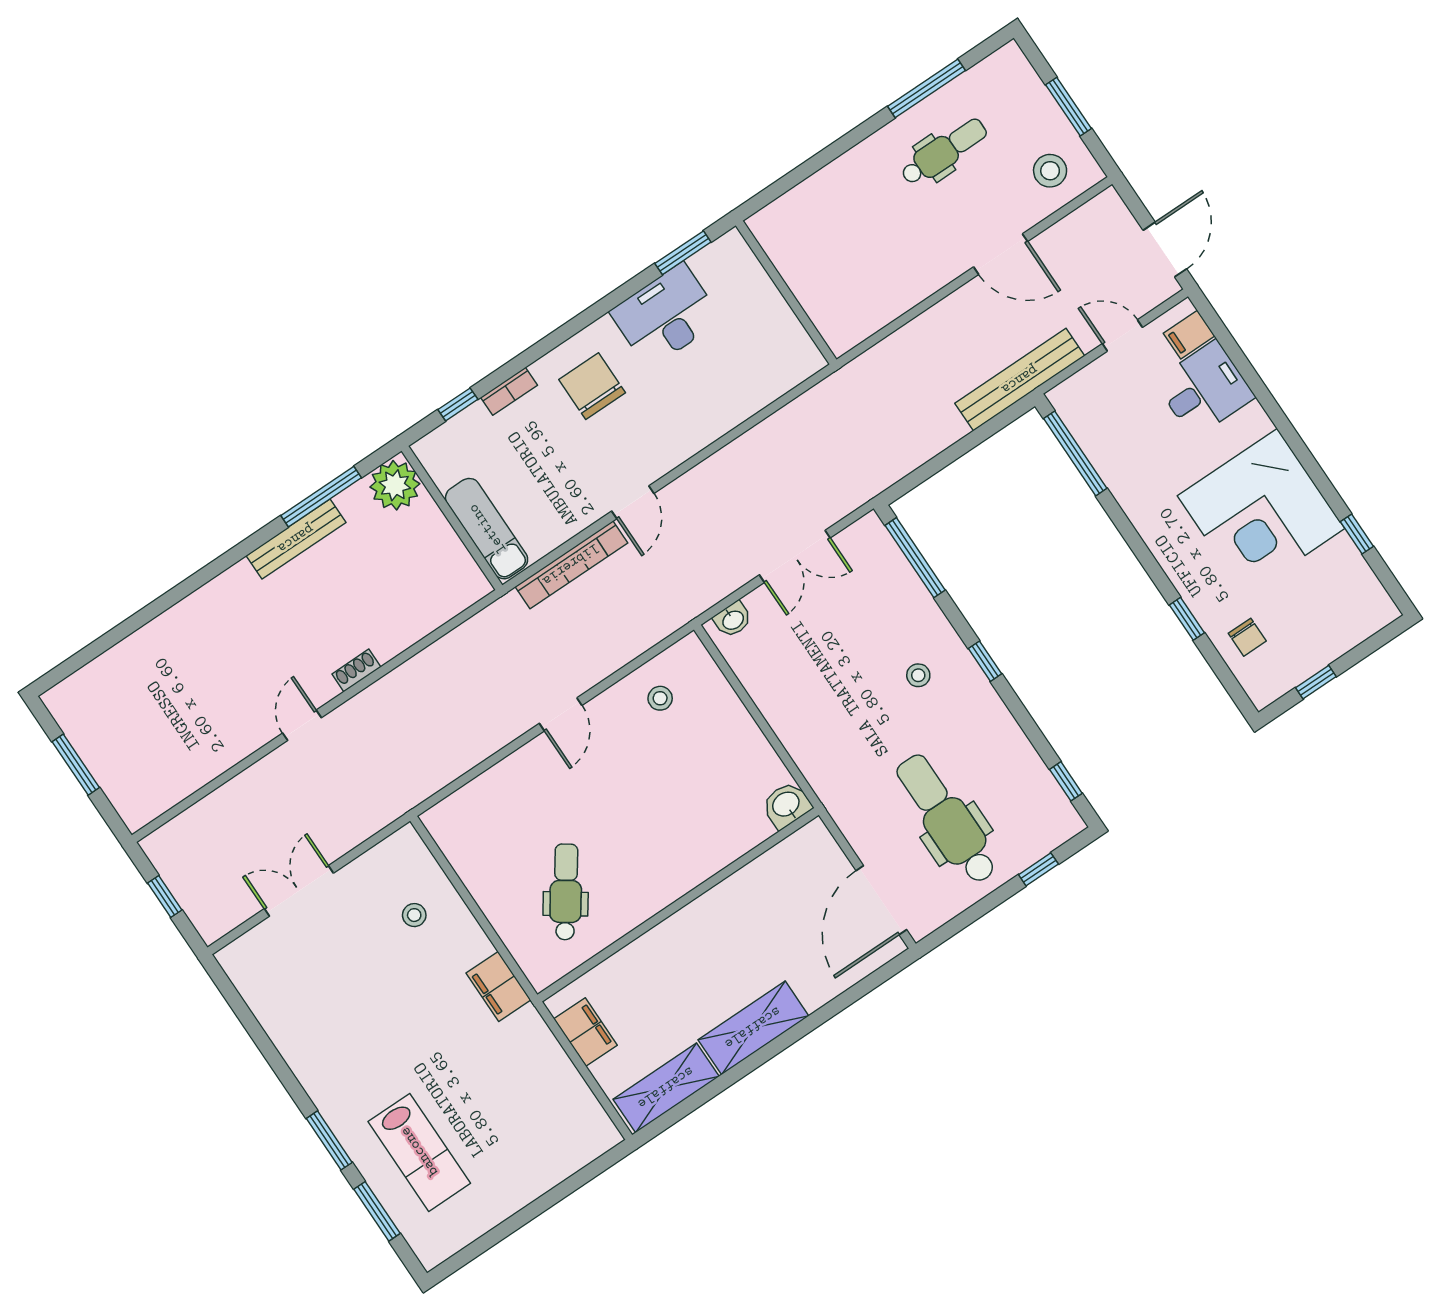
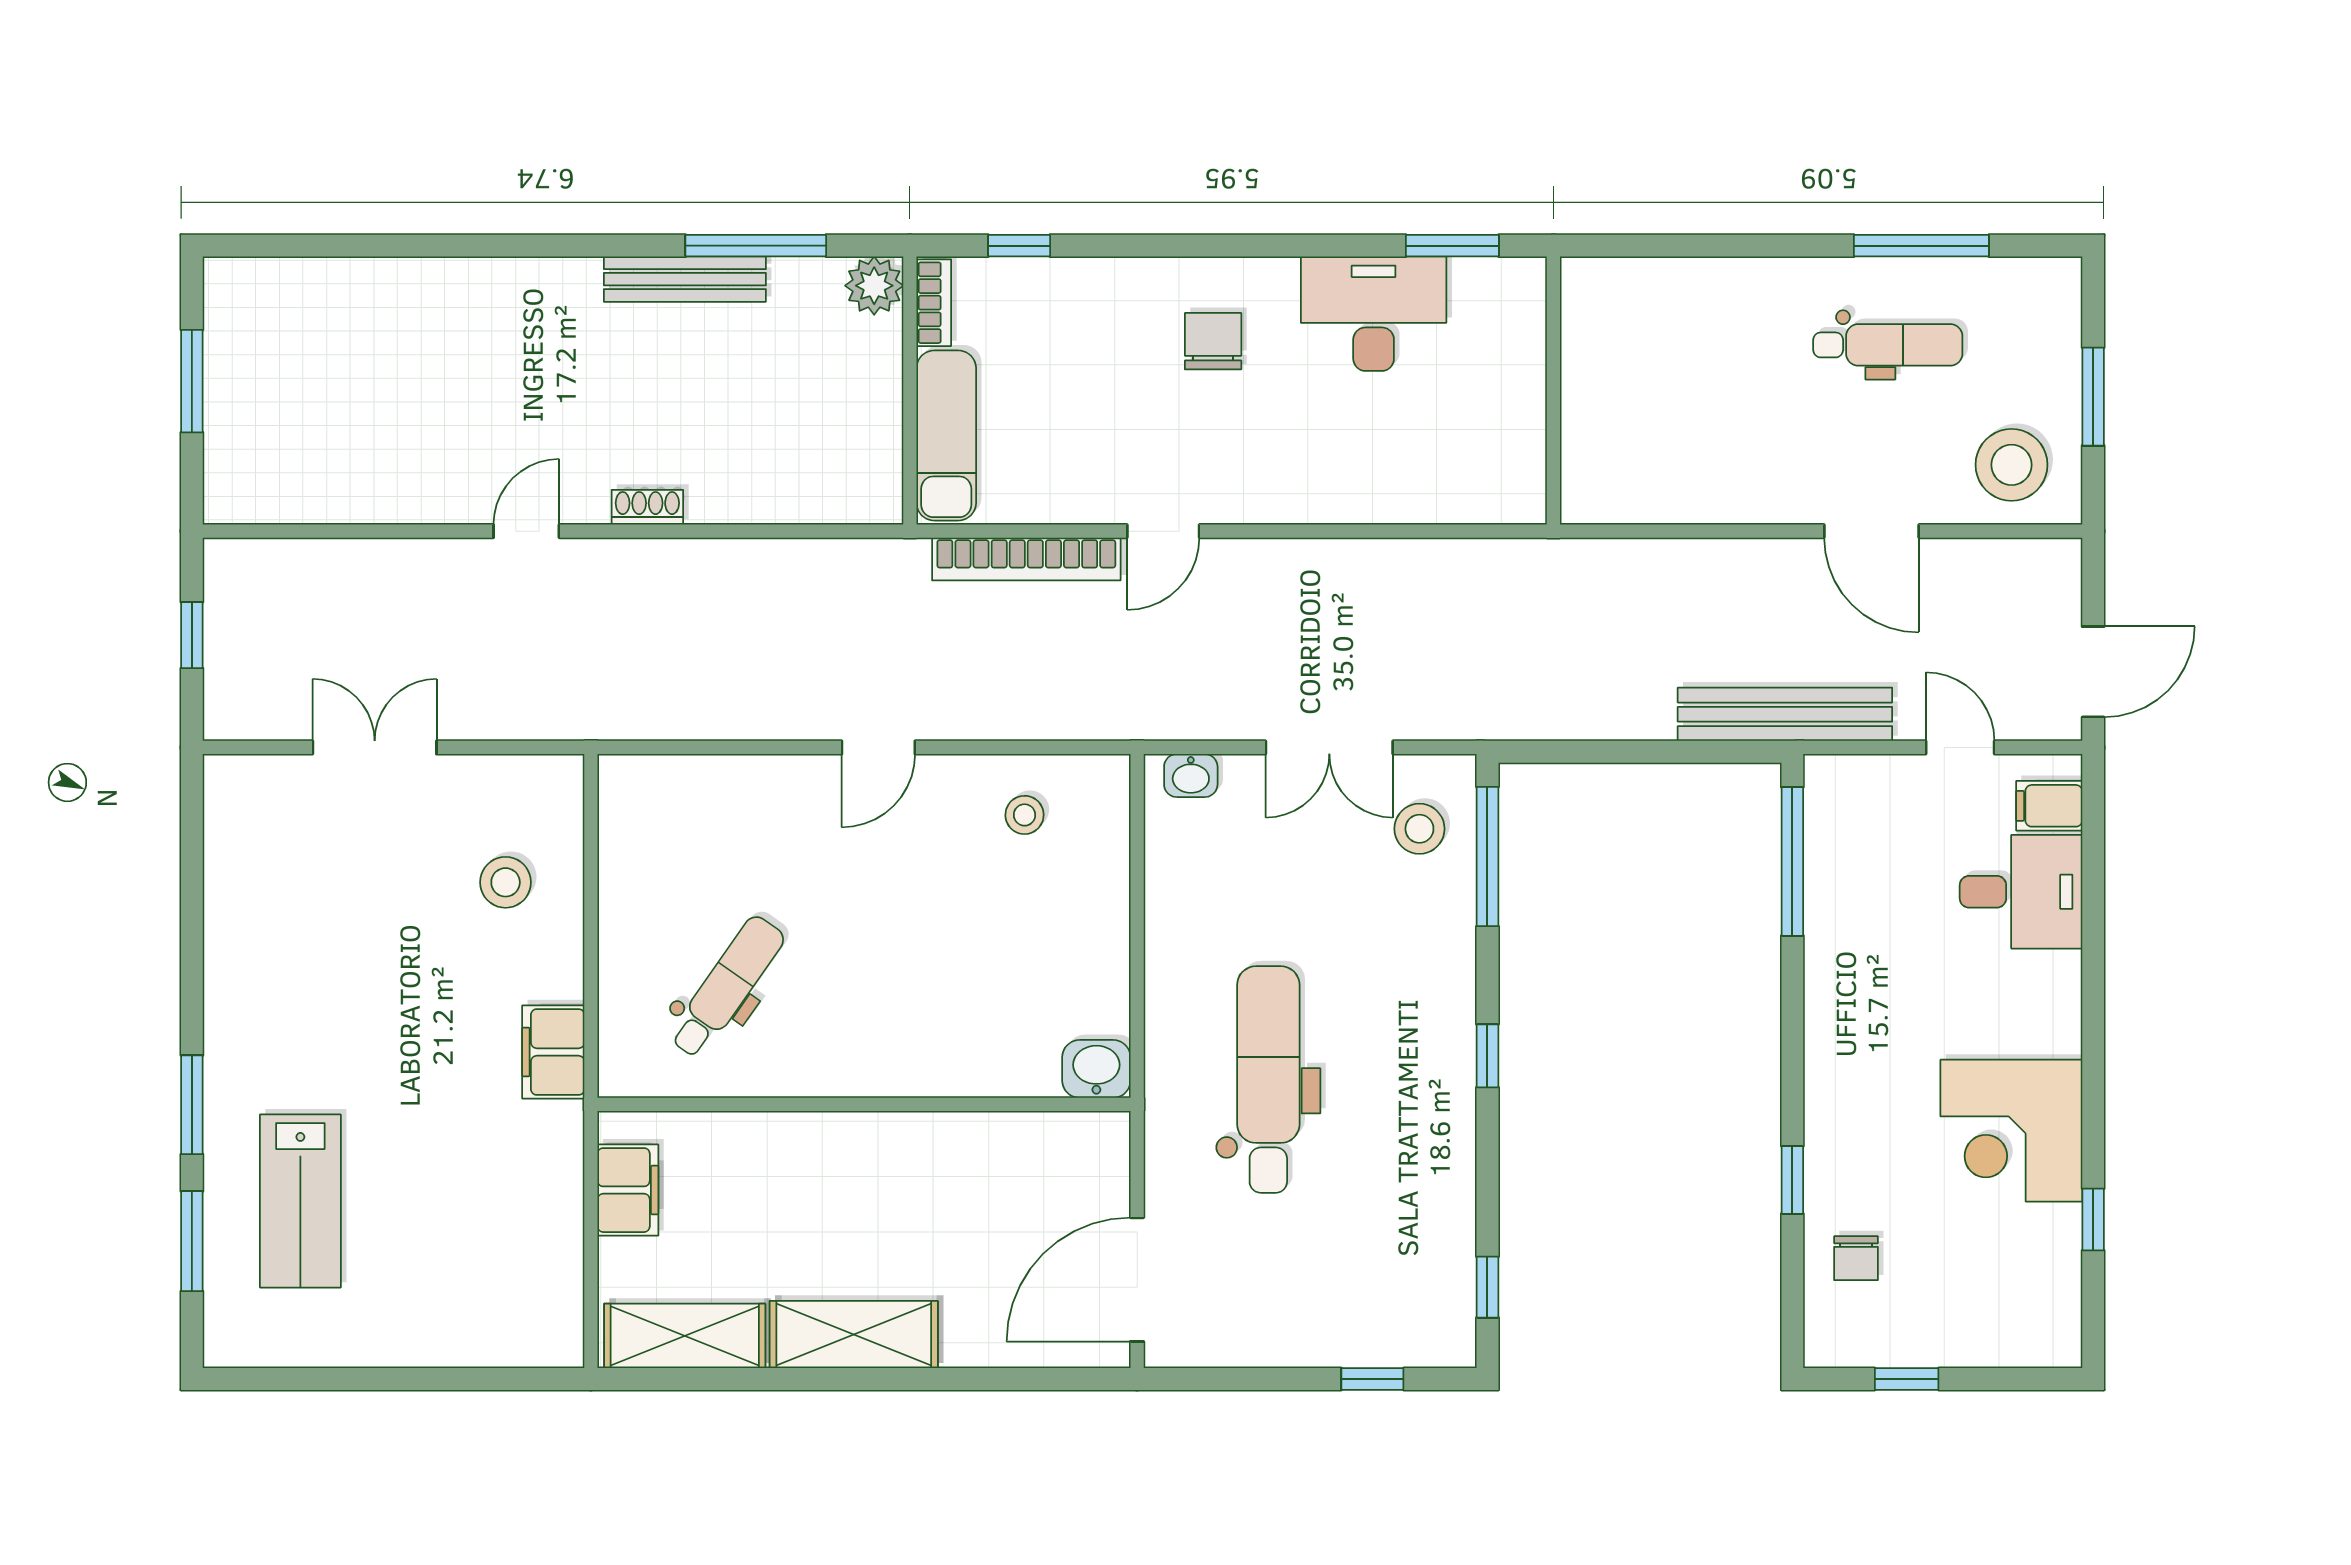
stool: (1050, 171) -> (2011, 465), width x1.38, depth x1.38
chair: (592, 386) -> (1213, 341), width x0.73, depth x0.73
bookcase: (509, 391) -> (934, 303), moved, turned -90
plant: (395, 485) -> (874, 286), width x0.73, depth x0.73
corner desk: (1261, 512) -> (2011, 1131), width x0.74, depth x0.74
stool: (918, 675) -> (1419, 829), moved, width x1.37, depth x1.37
dental chair: (947, 819) -> (1268, 1080), moved
stool: (414, 915) -> (506, 882), width x1.37, depth x1.37

